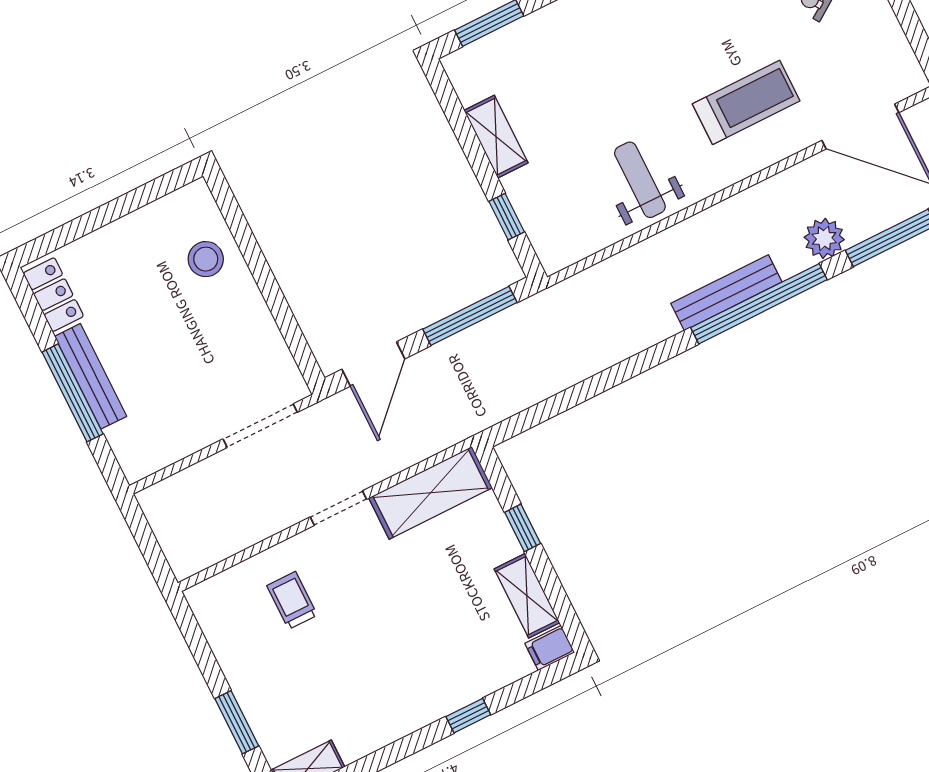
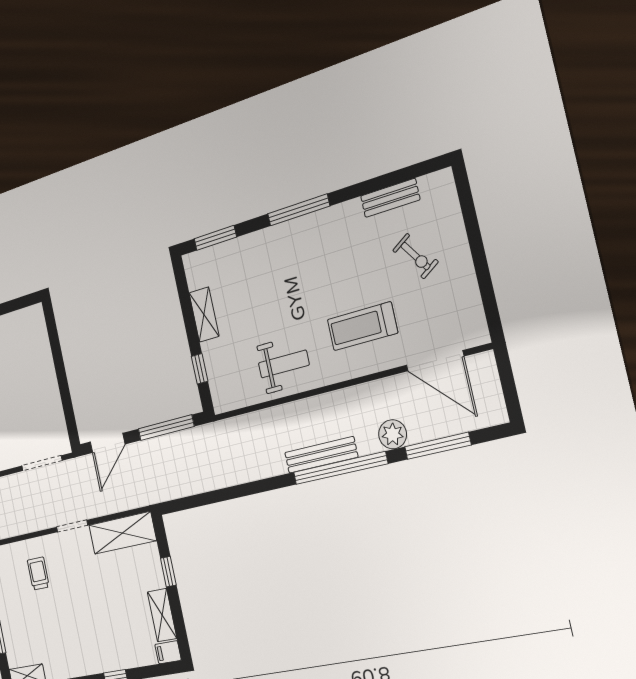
treadmill: (746, 102) -> (362, 326), turned 180
weight bench: (640, 180) -> (284, 364), turned 90
stool: (206, 259) -> (33, 354), removed

